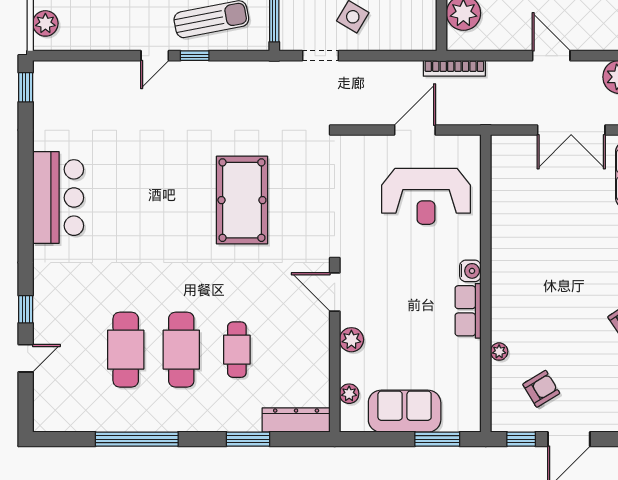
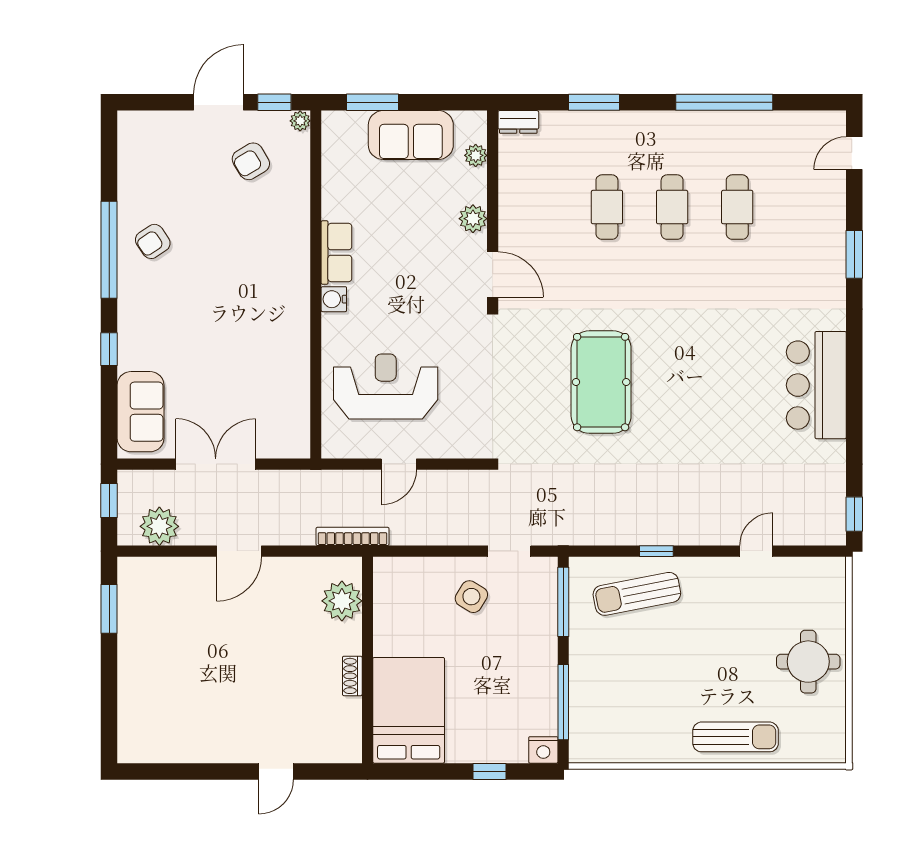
plant: (45, 23) -> (831, 589), removed
door: (155, 56) -> (756, 551), moved
door: (551, 56) -> (239, 551), hinge flipped
door: (415, 130) -> (399, 464), width x0.73
window: (26, 309) -> (854, 254), width x1.50
cafe table: (126, 350) -> (737, 207), width x0.73, depth x0.74
cafe table: (181, 350) -> (672, 207), width x0.73, depth x0.74
plant: (499, 352) -> (300, 121), moved
door: (26, 358) -> (854, 153), moved
dresser: (296, 420) -> (518, 122), width x0.51, depth x0.80

